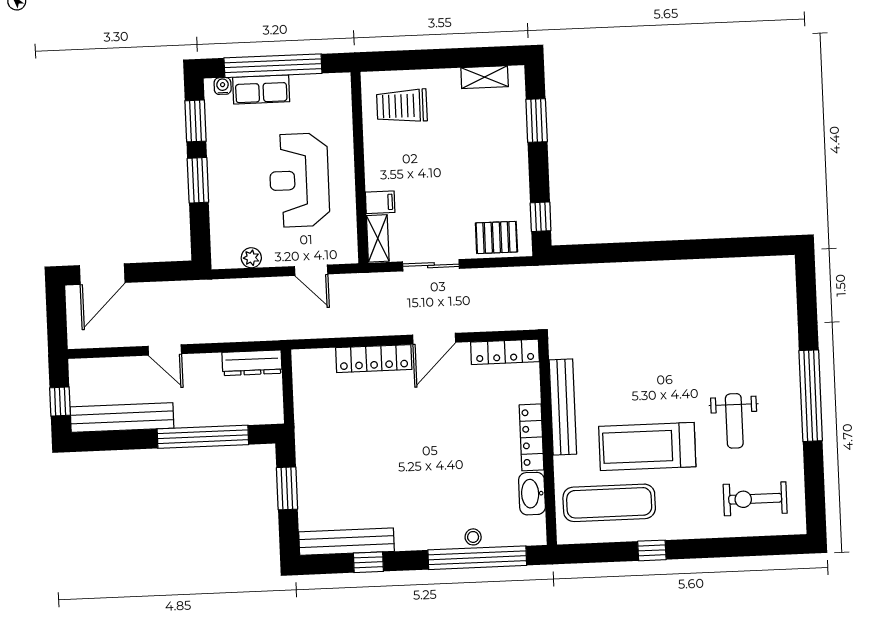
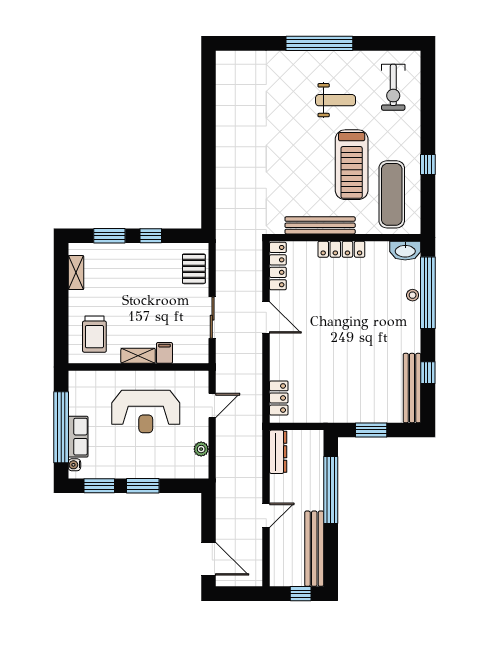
window: (541, 217) -> (151, 236), moved
shelving: (378, 238) -> (138, 356), moved
locker: (374, 359) -> (279, 398), moved, width x0.66
washbasin: (532, 494) -> (405, 251), moved

